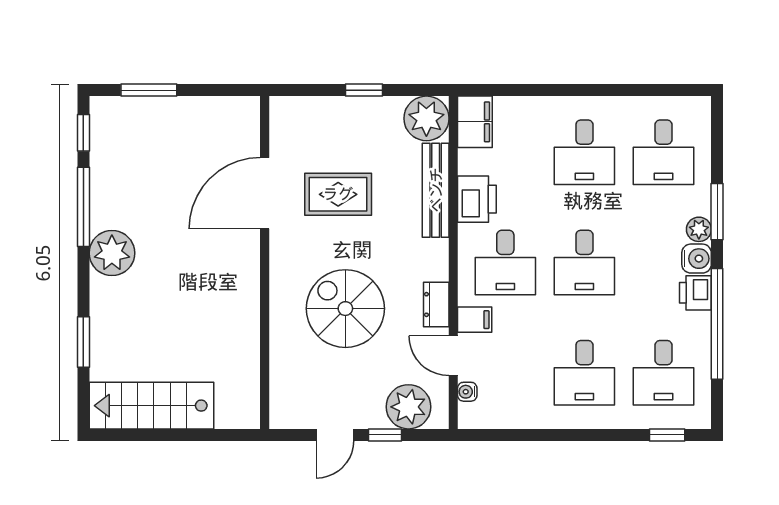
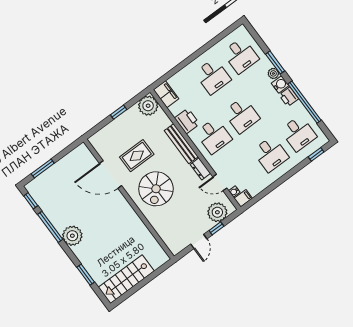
bench: (436, 190) -> (181, 144), moved
door: (265, 193) -> (111, 175), hinge flipped
spiral stairs: (345, 309) -> (156, 189), moved, turned -90
filing cabinet: (475, 320) -> (243, 198), moved

